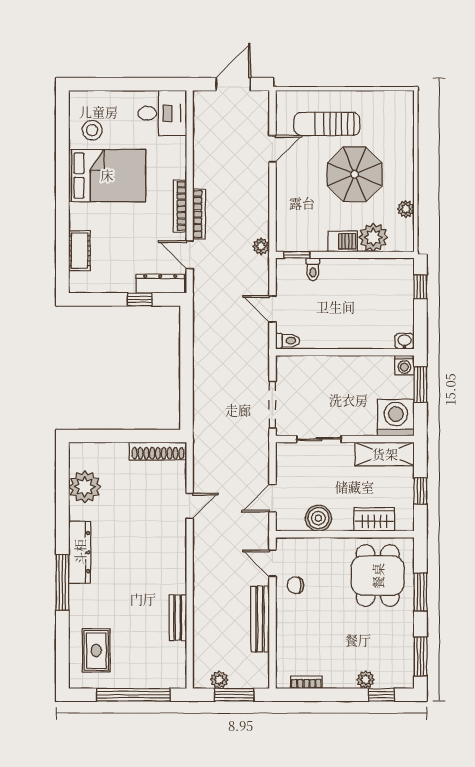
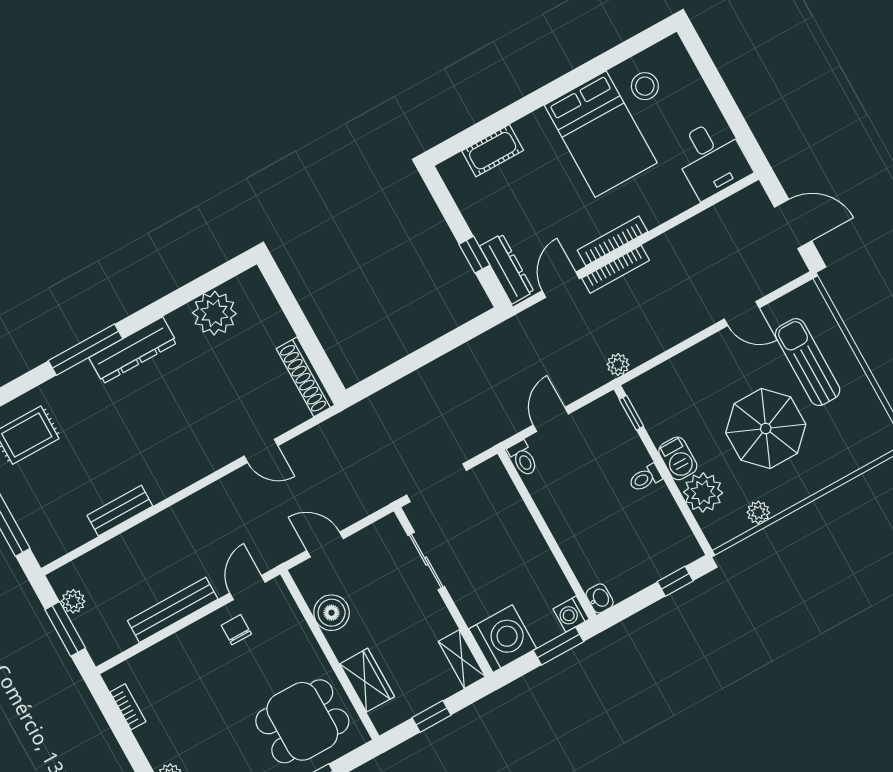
toilet: (313, 269) -> (645, 478), moved
shelving: (385, 454) -> (462, 659), width x0.67, depth x0.75

